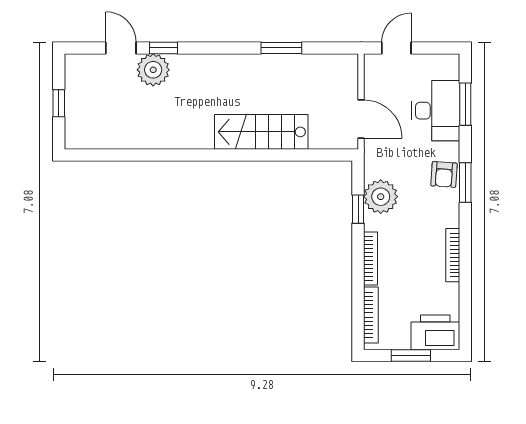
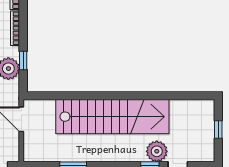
stairs: (261, 132) -> (112, 117), width x1.86, depth x1.51

